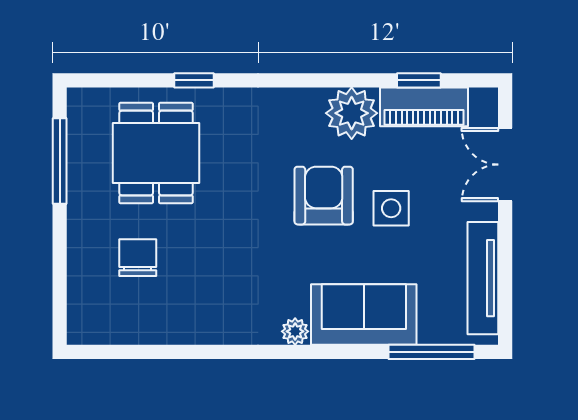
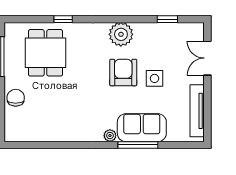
piano: (424, 107) -> (170, 31), removed
plant: (352, 113) -> (121, 34), moved
chair: (138, 258) -> (16, 98), moved
window: (432, 352) -> (138, 145), moved

